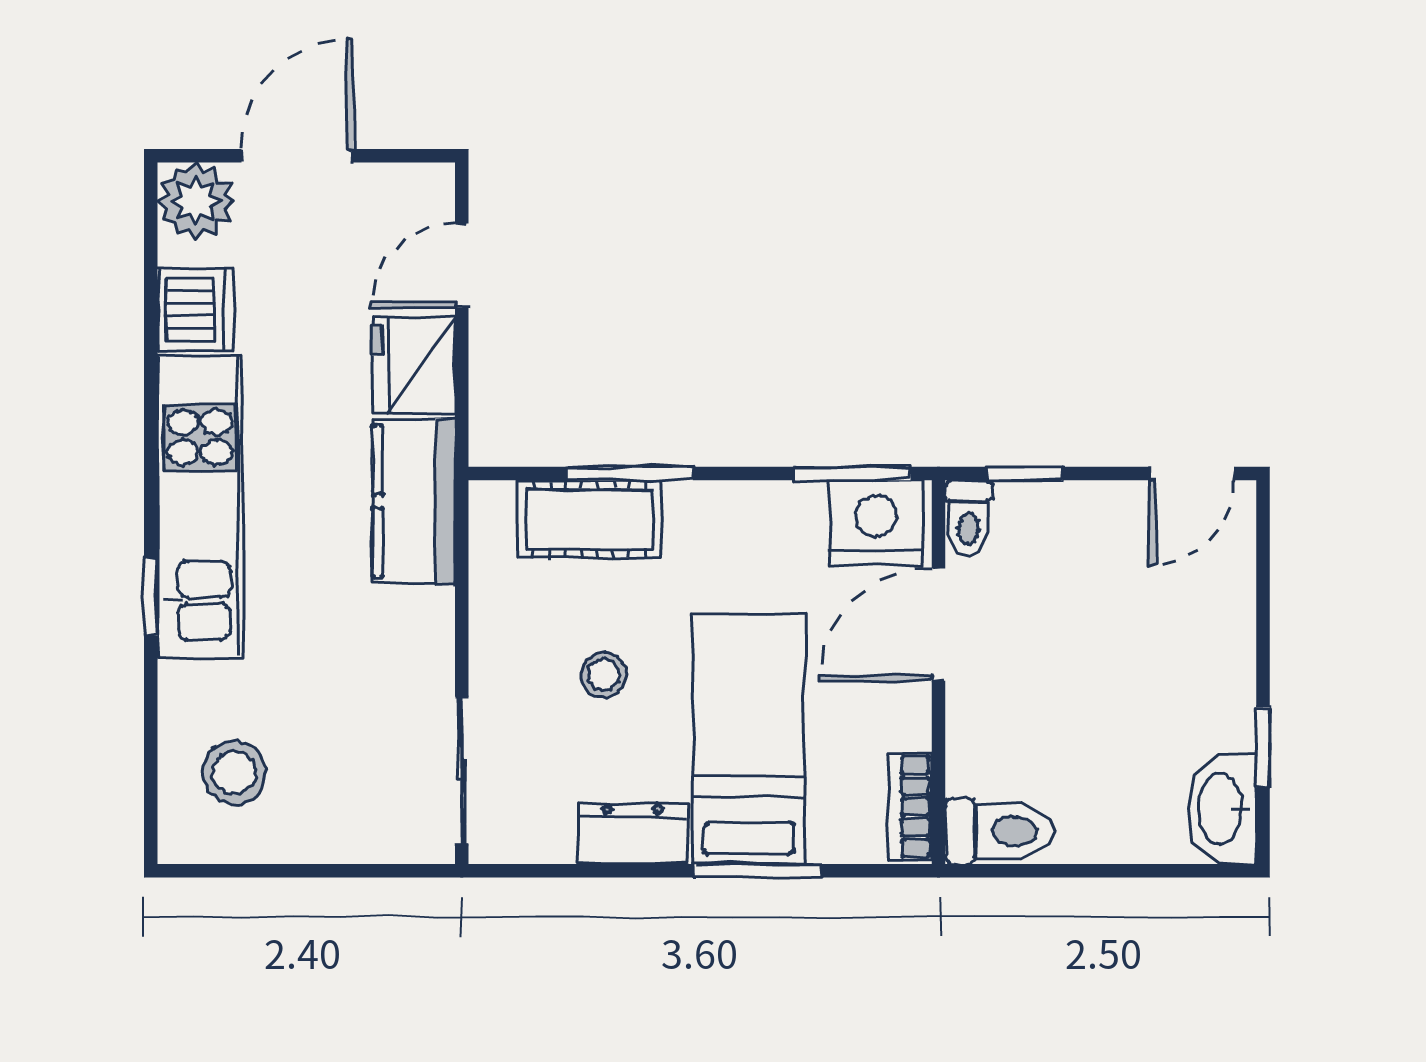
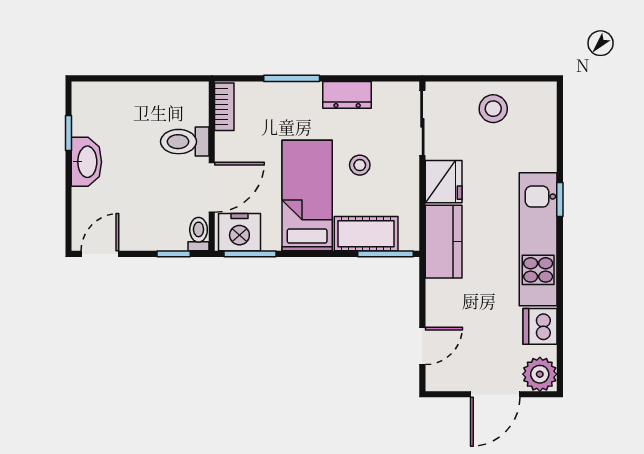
fridge: (414, 365) -> (444, 182), moved
window: (630, 474) -> (386, 254), moved
bed: (749, 739) -> (307, 196), moved, turned 180
stool: (234, 773) -> (493, 109), moved
washbasin: (1222, 809) -> (86, 162), moved
toilet: (1000, 831) -> (185, 142), moved

